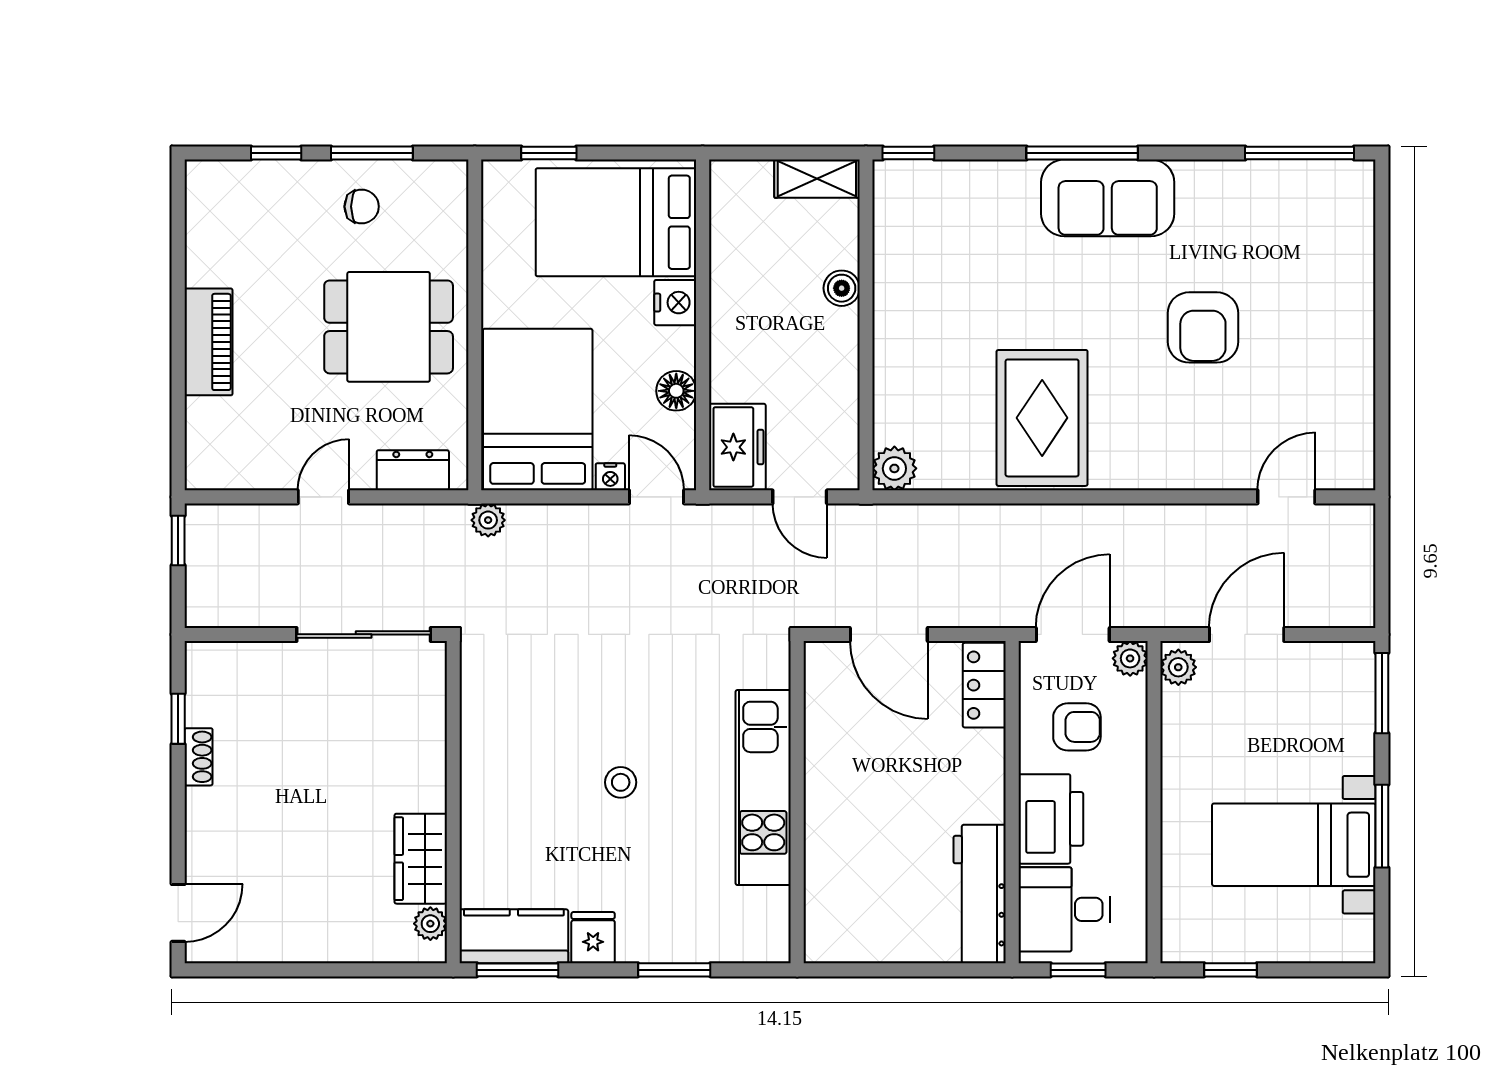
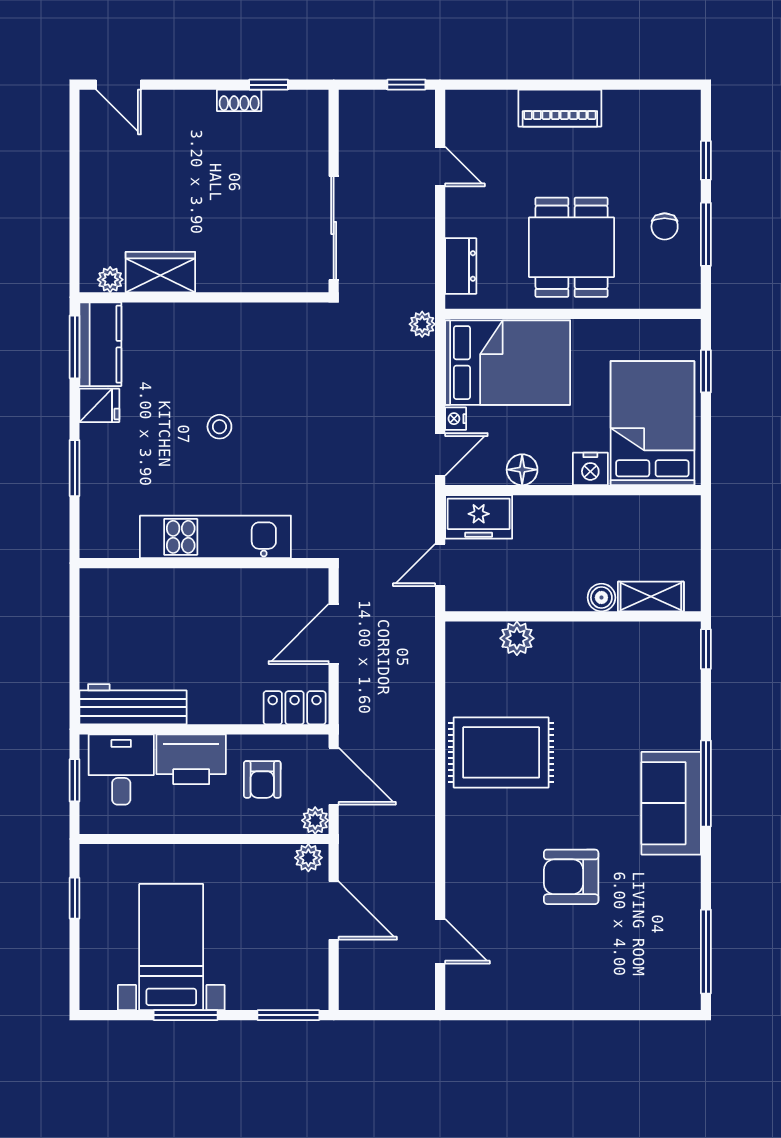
shelving: (817, 179) -> (651, 597), moved, turned 90
plant: (894, 468) -> (517, 638), moved
door: (323, 497) -> (440, 167), moved

